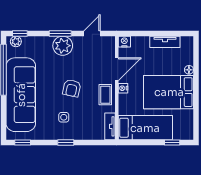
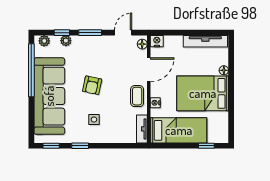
window: (20, 33) -> (62, 33), moved
tv unit: (165, 42) -> (205, 41), width x1.41
floor lamp: (110, 45) -> (142, 44), added
plant: (63, 46) -> (66, 41), moved, width x0.53, depth x0.53
armchair: (72, 88) -> (92, 85), moved
nightstand: (123, 88) -> (155, 103), moved
window: (66, 142) -> (80, 146), moved

